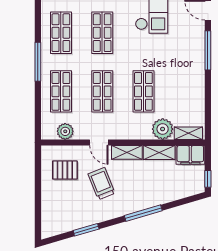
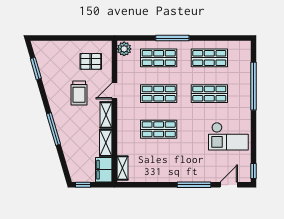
window: (38, 62) -> (172, 38), moved
plant: (163, 129) -> (126, 146), removed
plant: (65, 131) -> (124, 49), moved
pallet: (65, 170) -> (91, 61), turned 90
trolley: (102, 184) -> (79, 93), turned 112
window: (86, 230) -> (36, 69), moved

